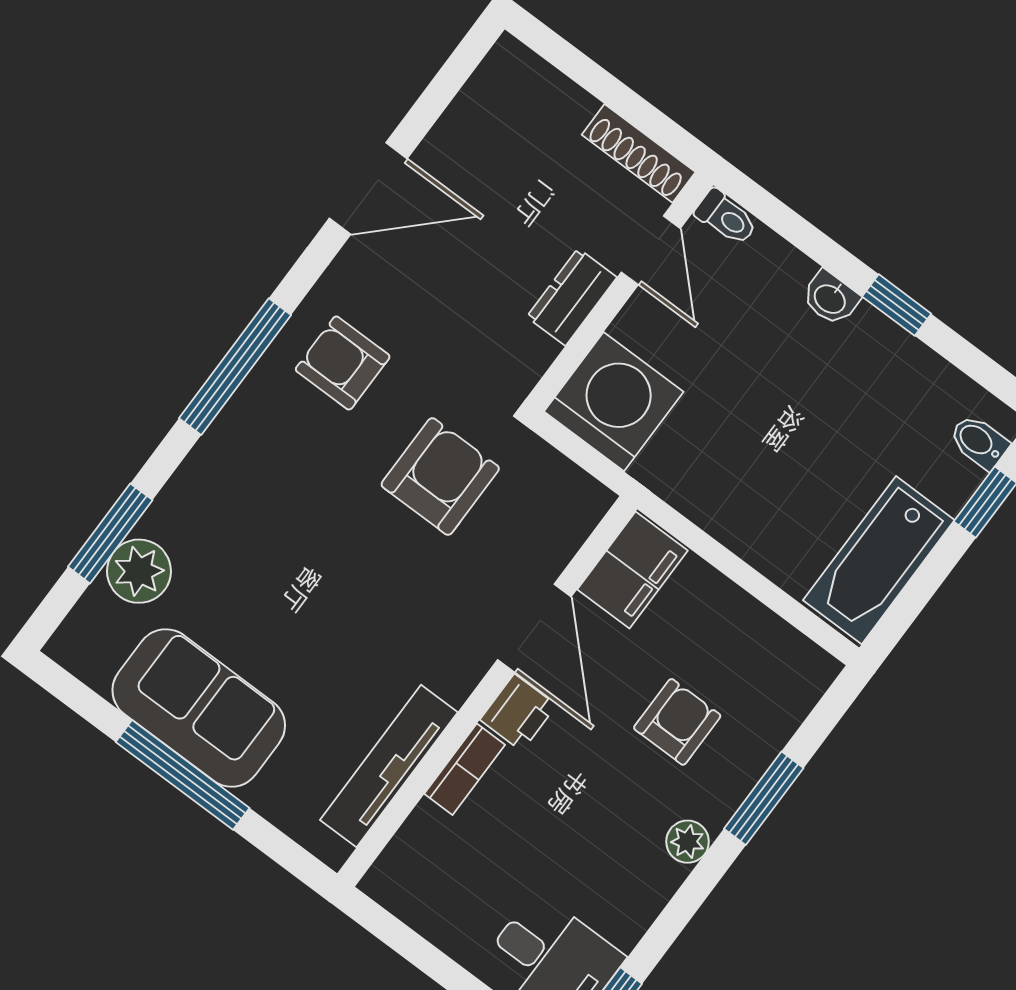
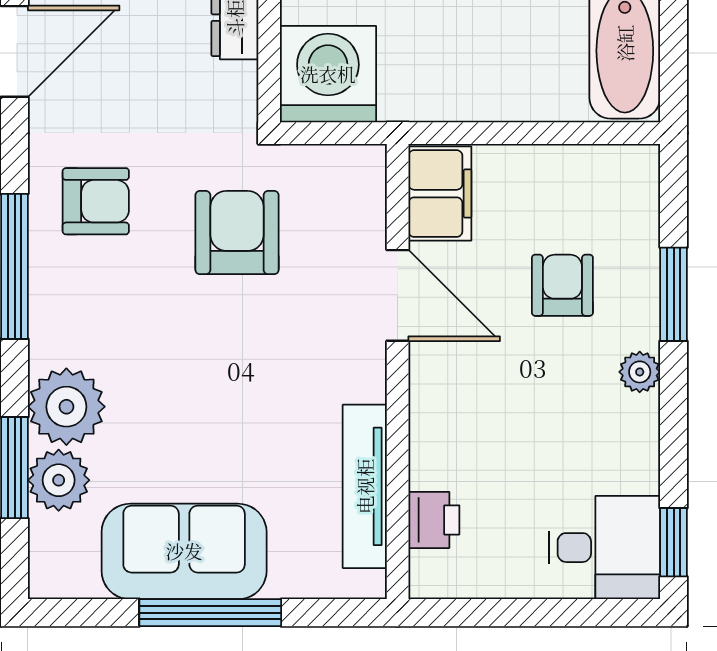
armchair: (343, 363) -> (96, 201), turned 180
plant: (191, 515) -> (66, 407), added
printer: (518, 712) -> (434, 520), moved
bookcase: (465, 769) -> (425, 445), removed

